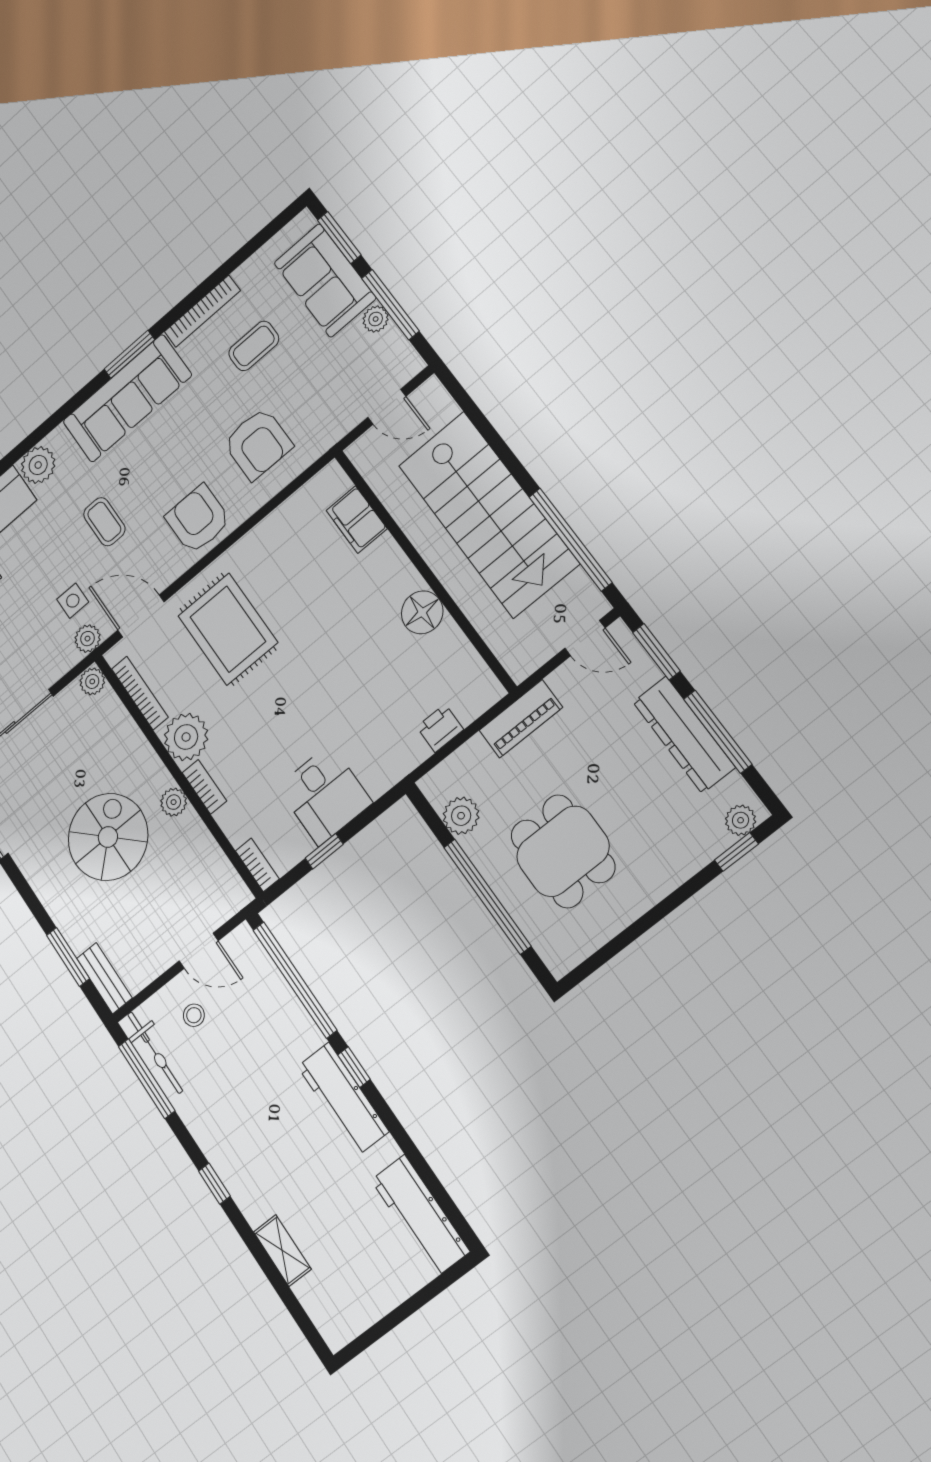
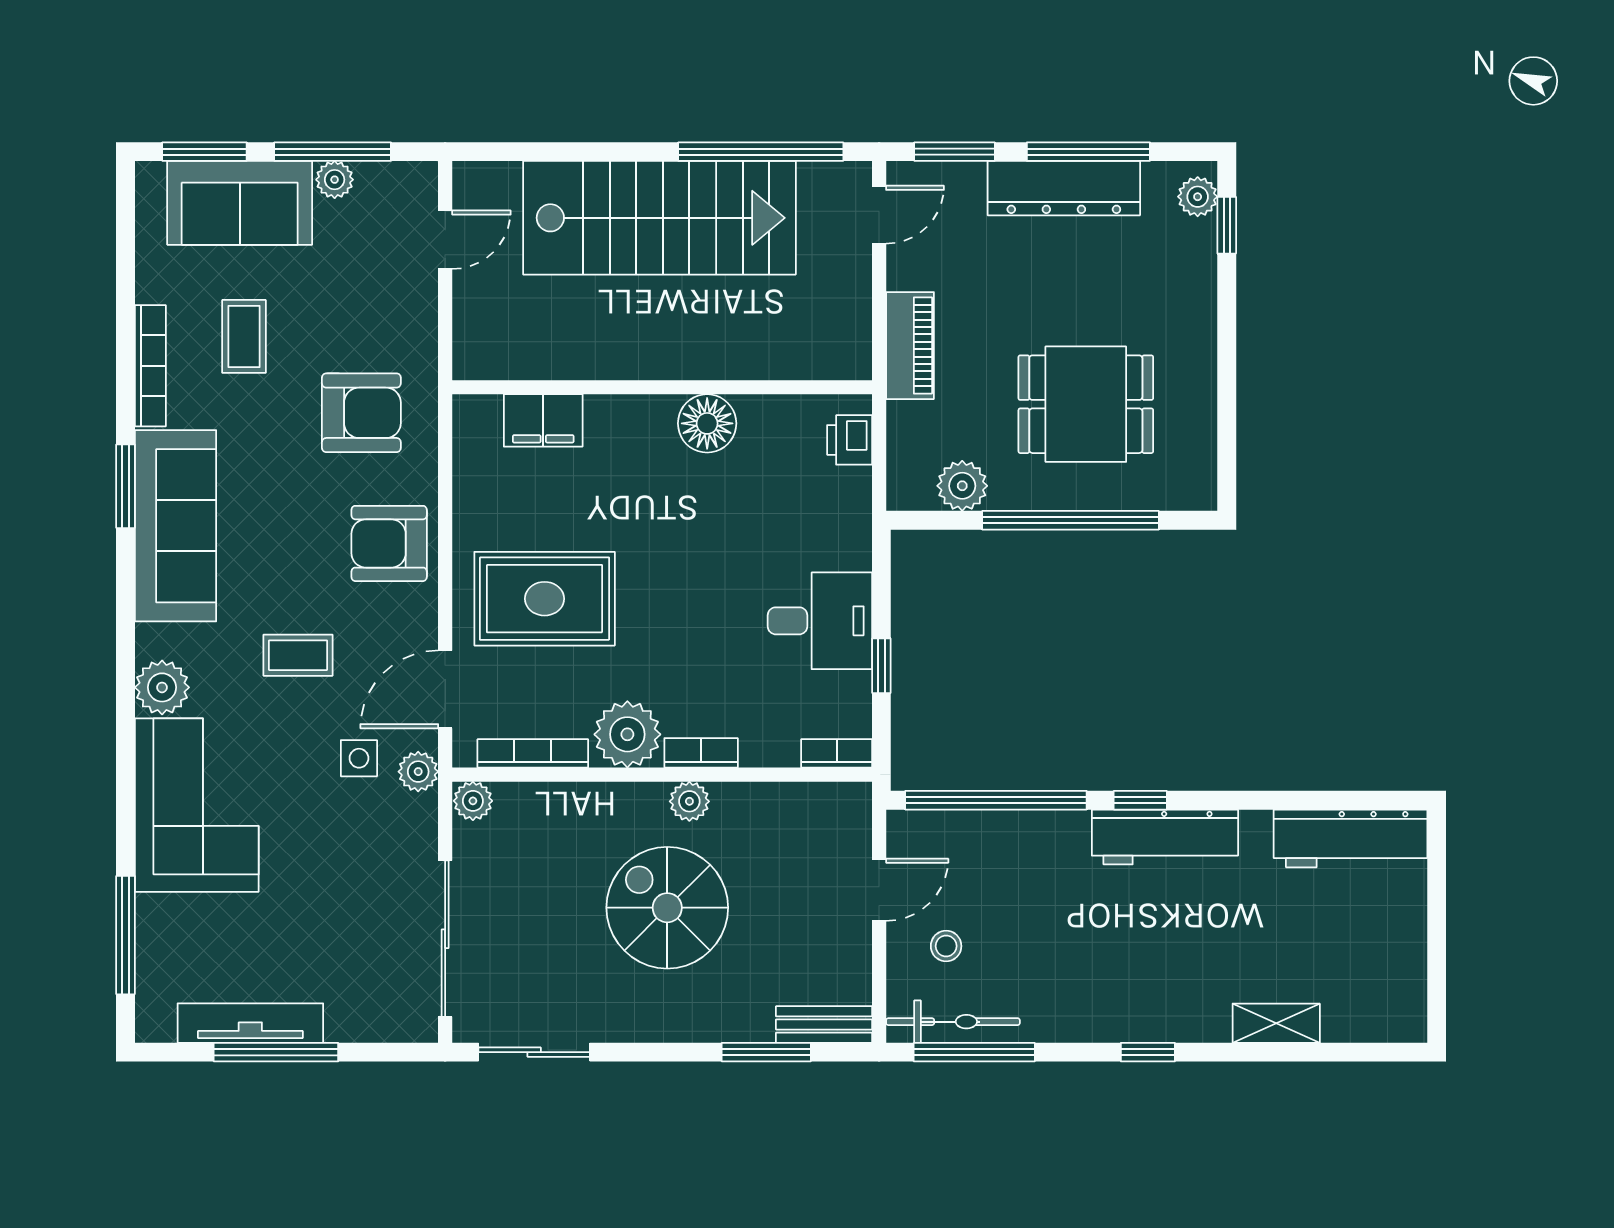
filing cabinet: (357, 520) -> (543, 420), moved
wall: (424, 570) -> (662, 387), moved
floor lamp: (422, 612) -> (707, 423), moved

